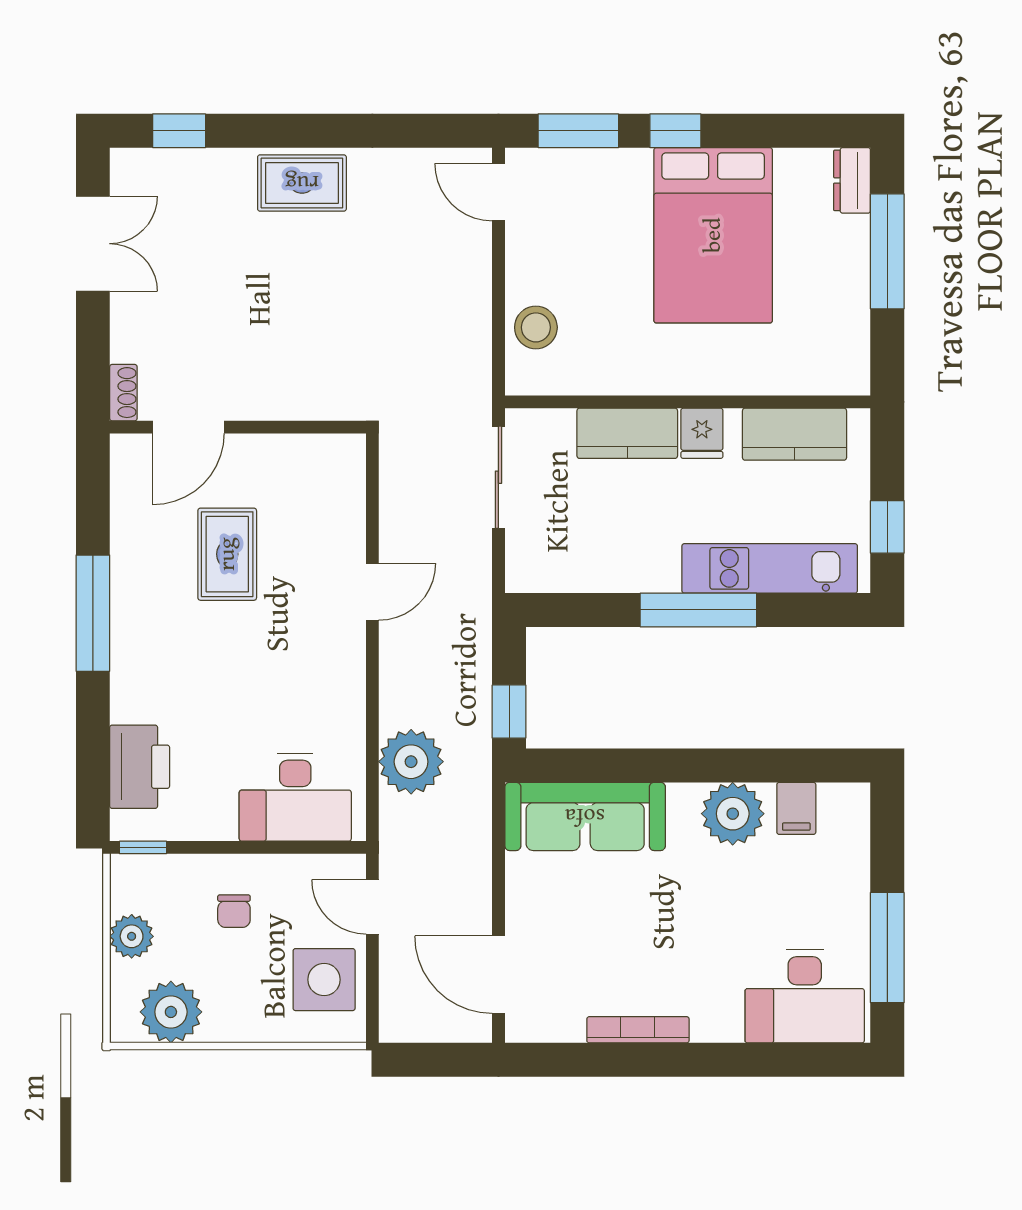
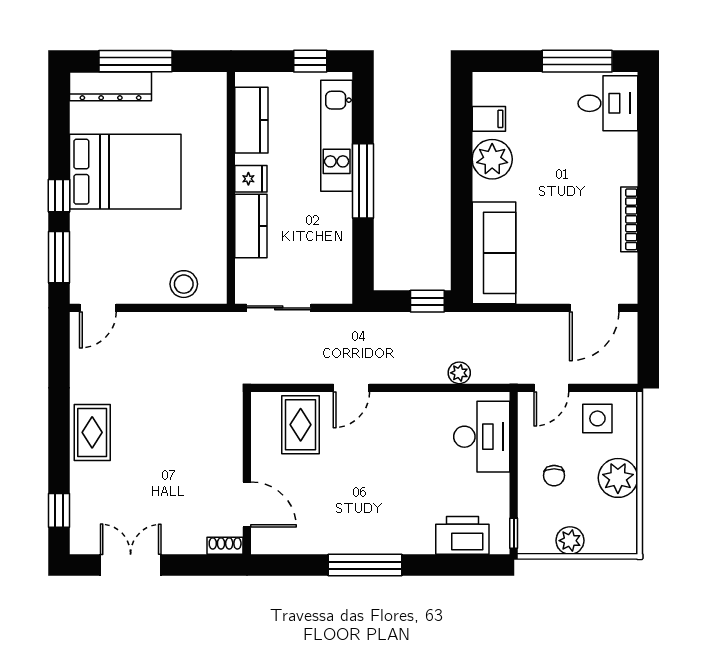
dresser: (852, 180) -> (111, 86), width x1.96, depth x1.24
rug: (227, 554) -> (301, 425), moved, turned 90
door: (372, 592) -> (351, 388), swing flipped
plant: (411, 762) -> (459, 373), width x0.53, depth x0.53
chair: (234, 911) -> (554, 476), turned 90
side table: (324, 980) -> (597, 418), width x0.73, depth x0.73
desk: (805, 996) -> (608, 103), width x0.73
plant: (171, 1012) -> (618, 478), moved

